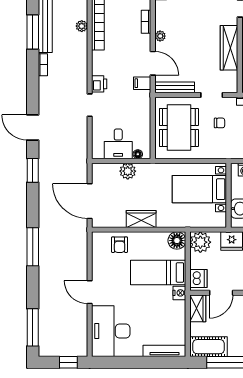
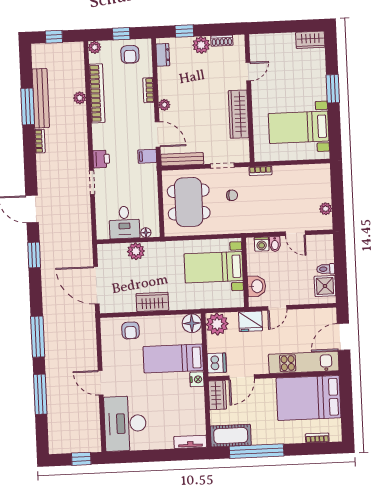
window: (33, 327) -> (40, 394), moved
tv unit: (164, 351) -> (190, 442), width x0.71

